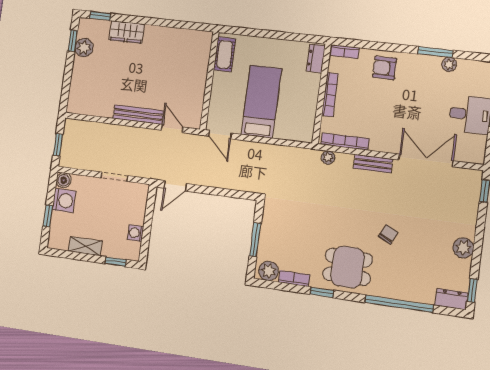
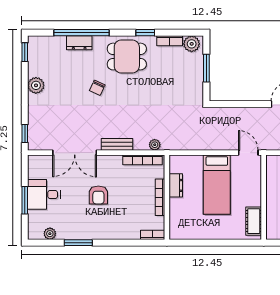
dresser: (316, 58) -> (176, 185), moved
plant: (449, 64) -> (50, 234), moved
armchair: (385, 68) -> (98, 195), moved, turned 90
dresser: (451, 299) -> (79, 43), moved

